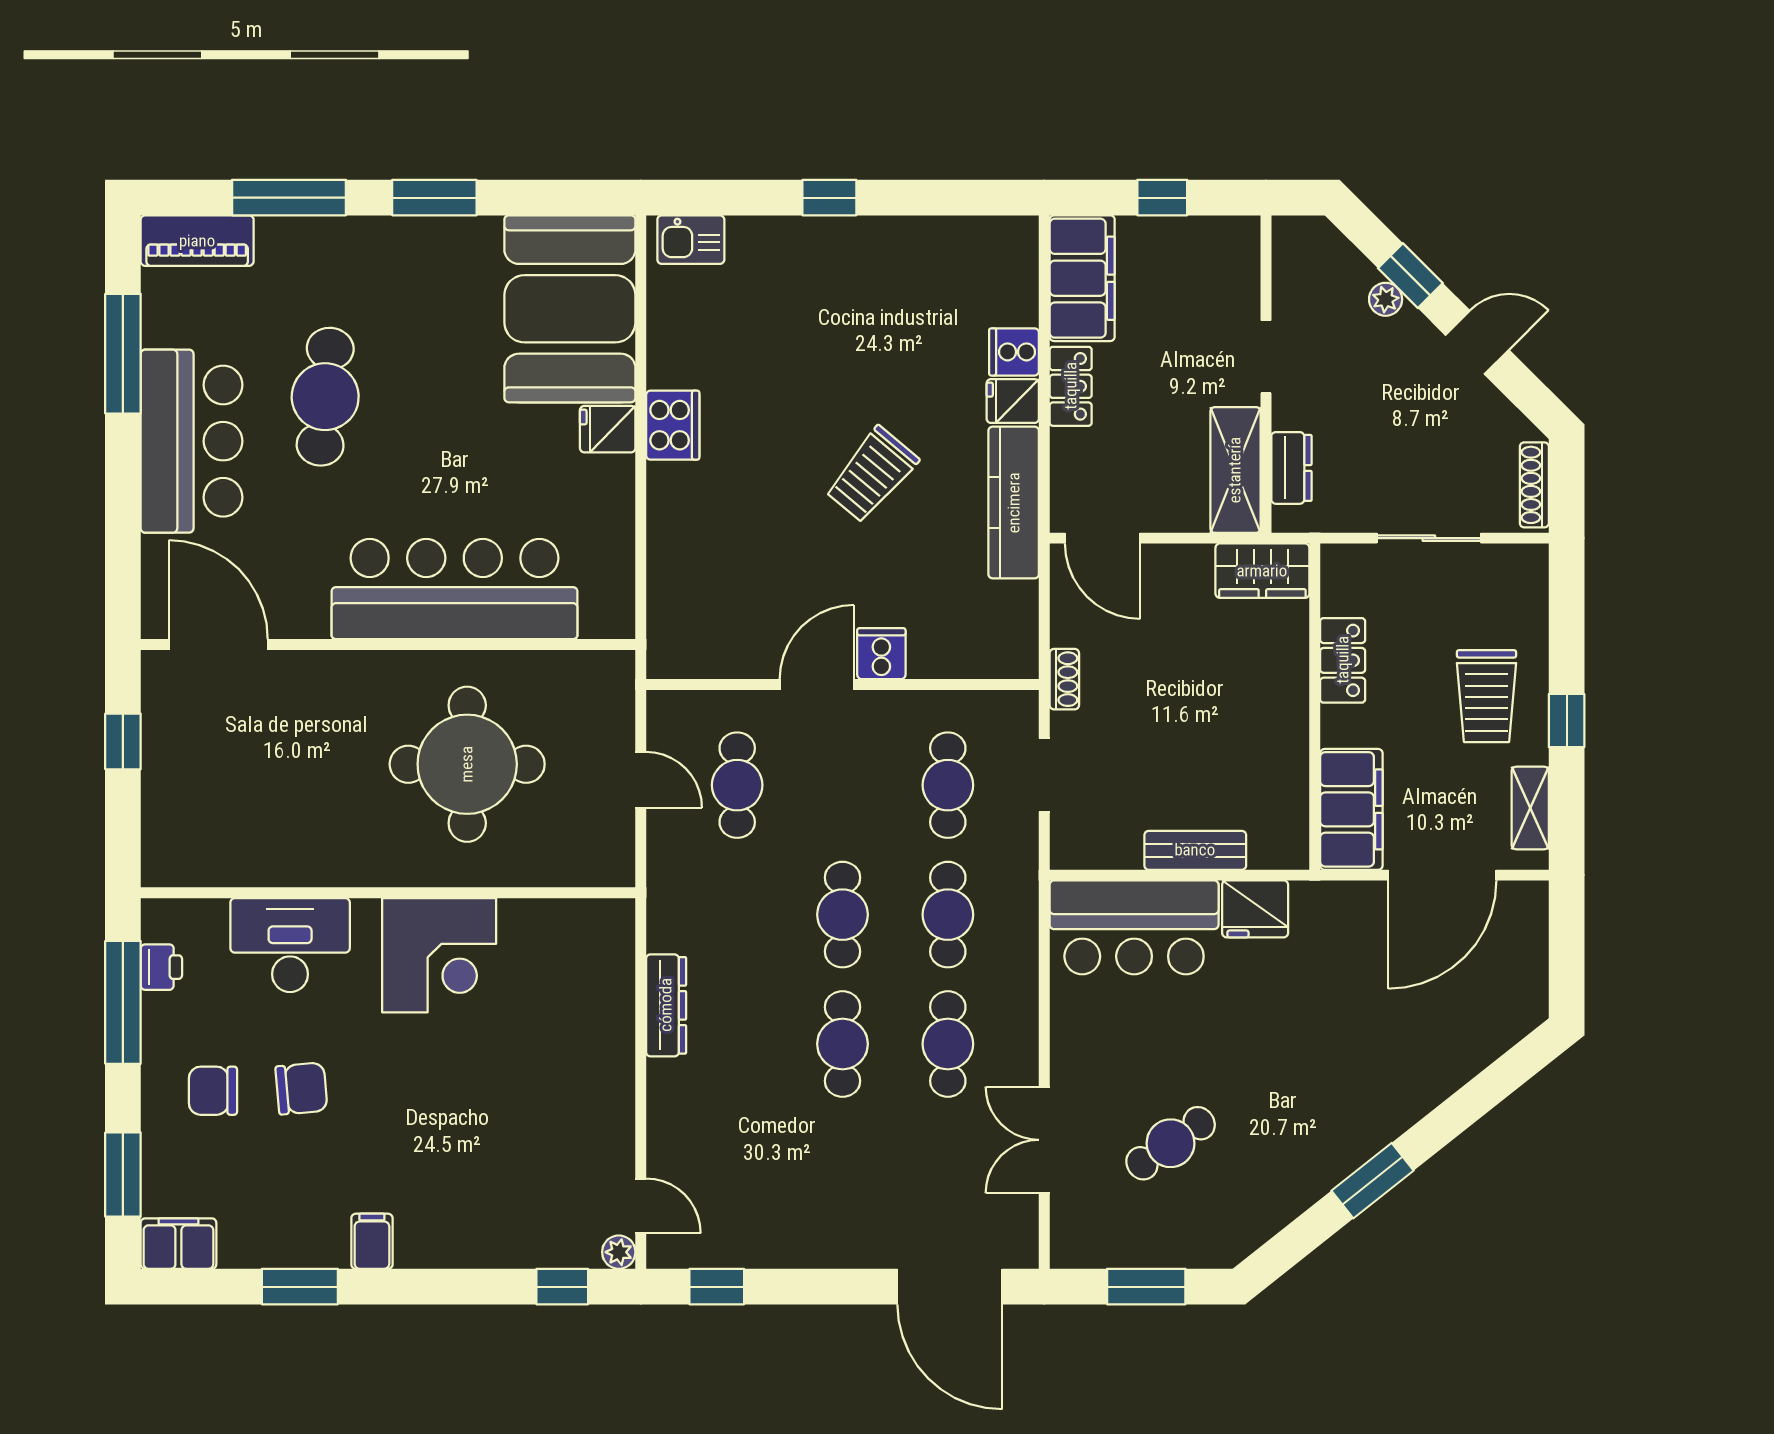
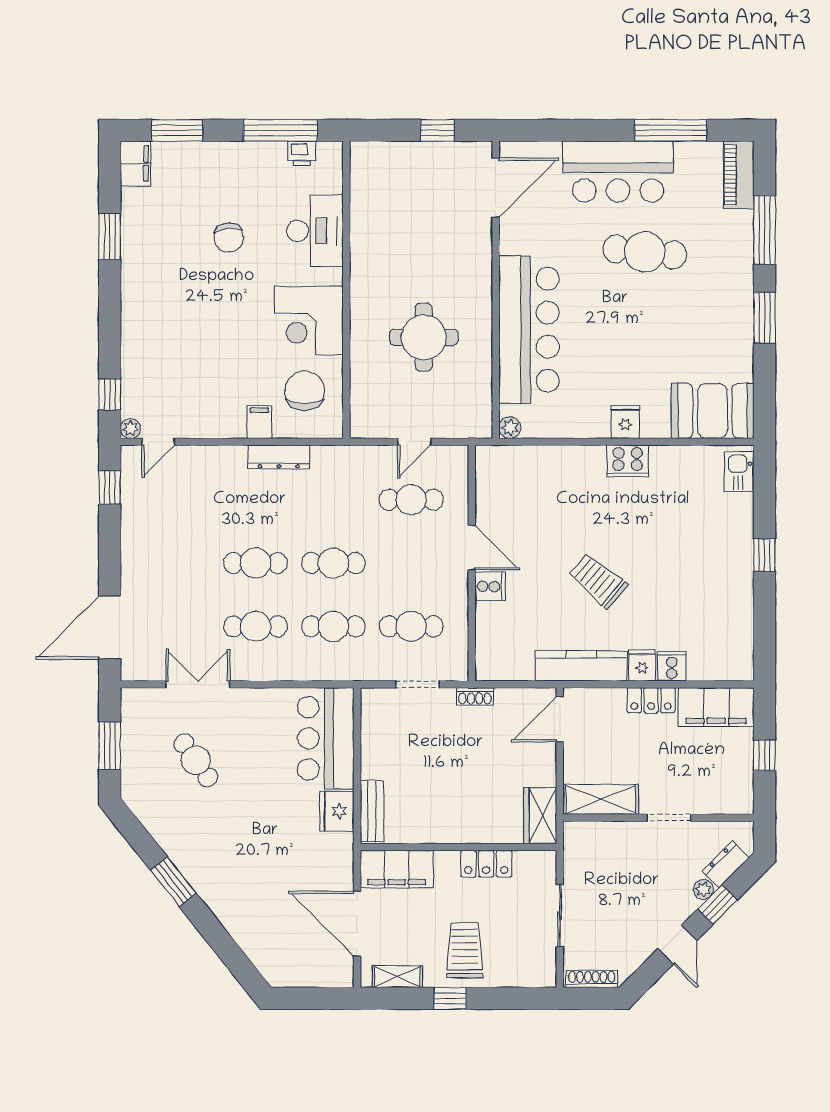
booth: (570, 309) -> (713, 411), width x0.73, depth x0.70
dresser: (1291, 468) -> (726, 864), moved, turned 135
plant: (617, 621) -> (510, 428), added
trolley: (1486, 696) -> (465, 950), turned 90
round table: (467, 764) -> (424, 337), width x0.73, depth x0.73
bench: (1195, 850) -> (372, 811), moved
chair: (213, 1091) -> (305, 391), moved, width x1.37, depth x1.37
filing cabinet: (372, 1241) -> (259, 422), moved, turned -90

